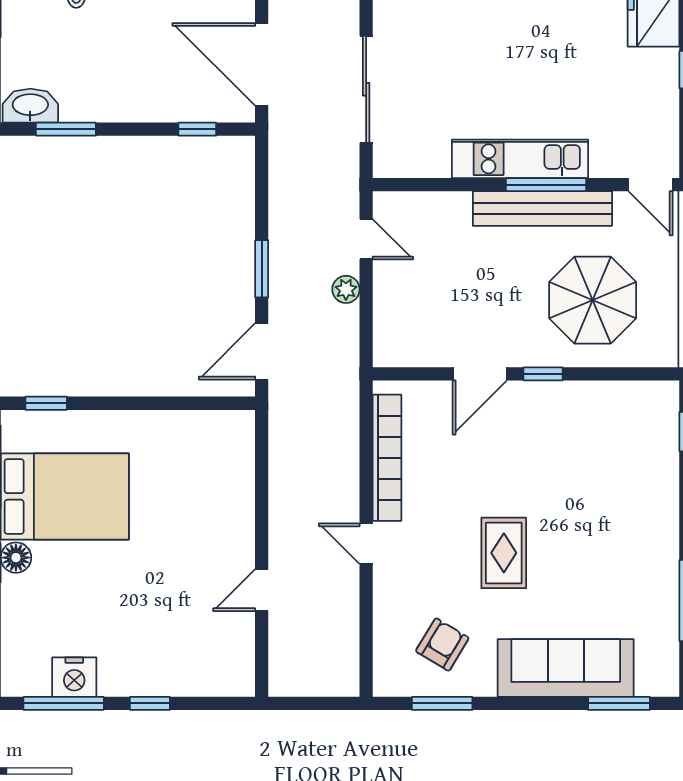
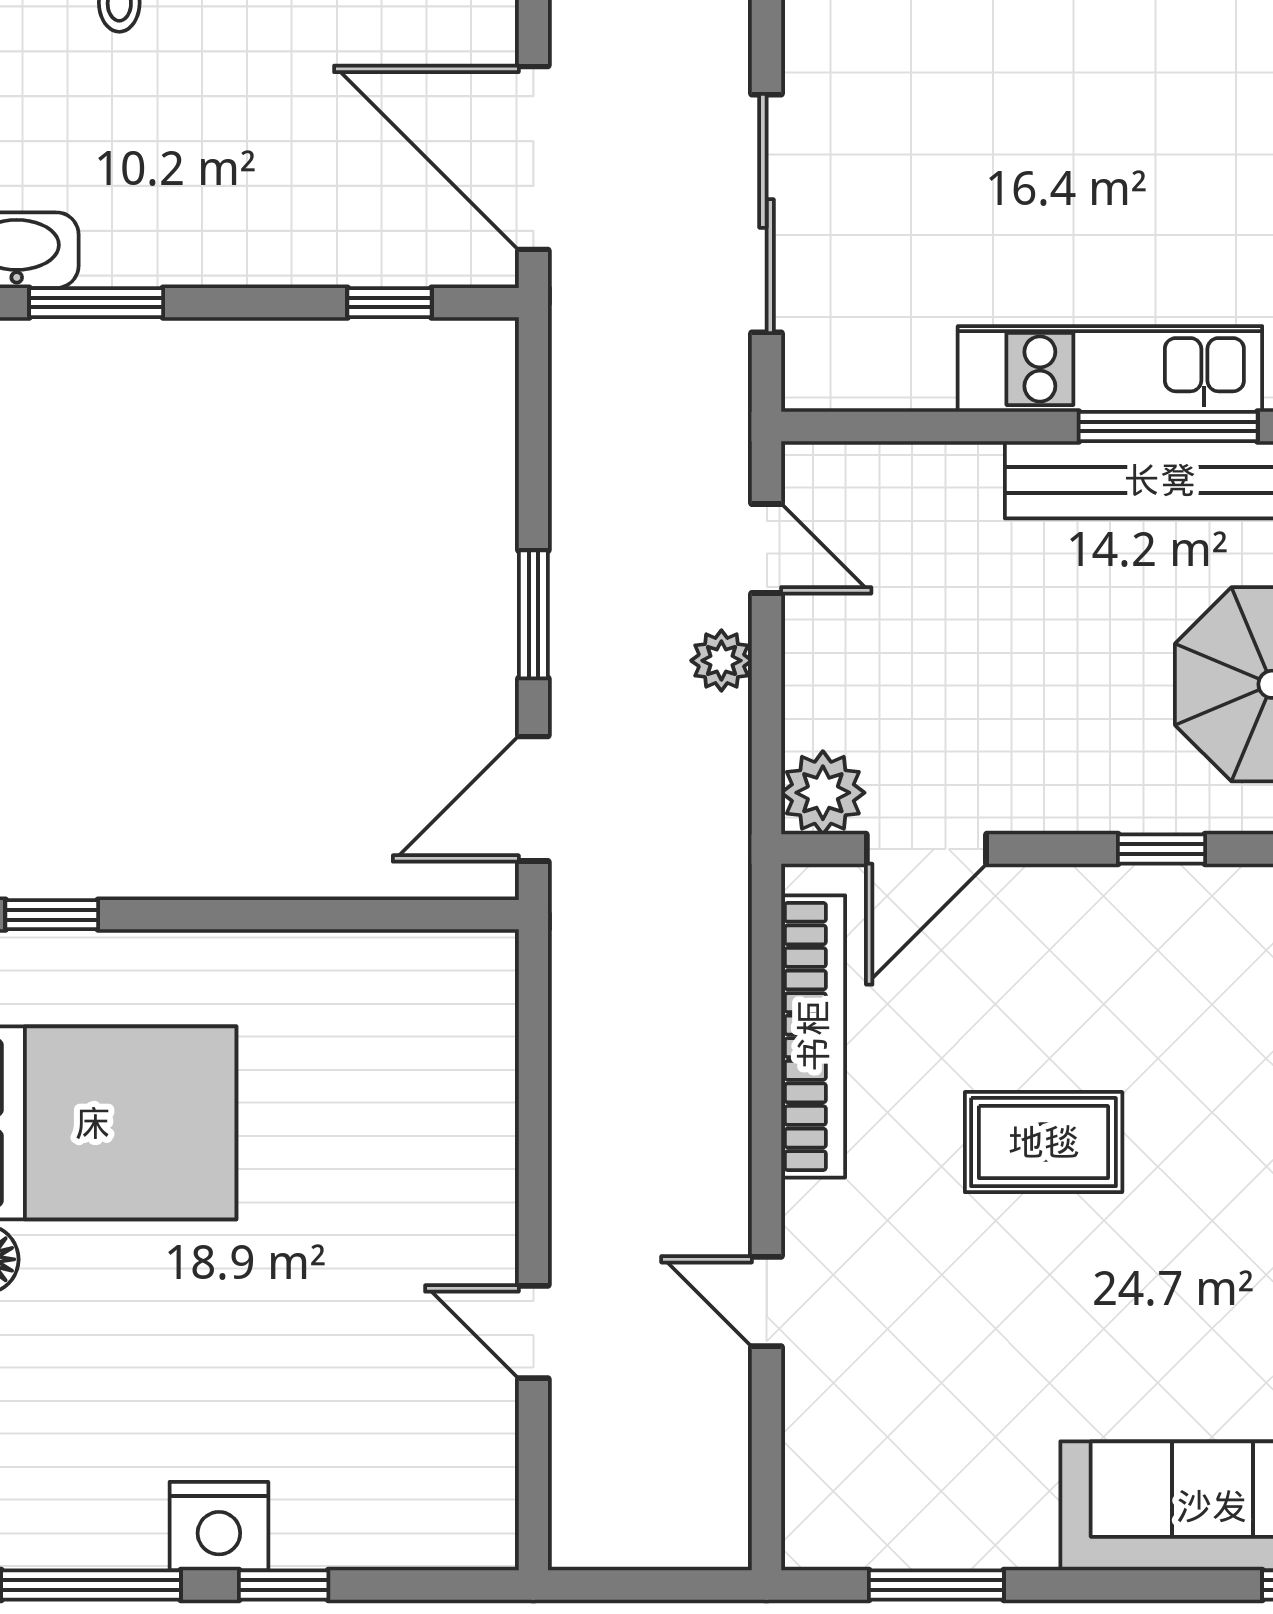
plant: (391, 349) -> (823, 793), added
door: (480, 374) -> (926, 849), moved
door: (366, 544) -> (767, 1301), moved
rug: (504, 553) -> (1044, 1142), moved, turned 90
door: (262, 590) -> (533, 1332), hinge flipped
armchair: (442, 644) -> (937, 1453), removed
nightstand: (74, 677) -> (219, 1526), moved

